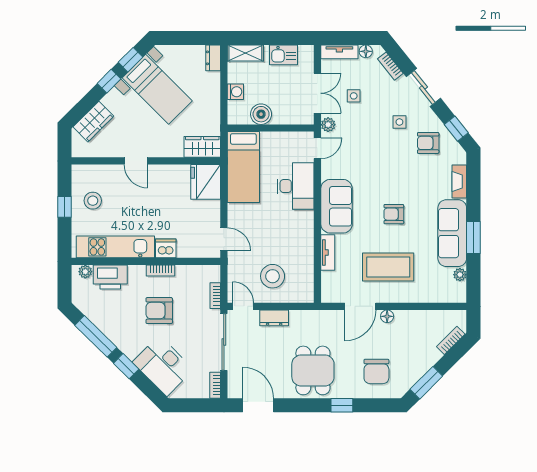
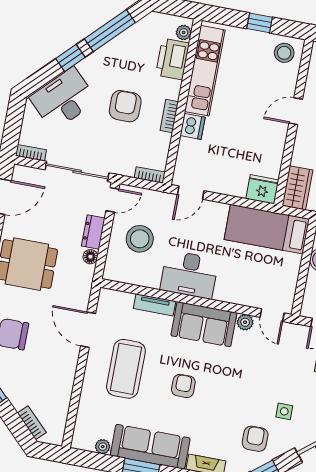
plant: (328, 125) -> (245, 322), moved
fridge: (206, 182) -> (262, 189), width x0.73, depth x0.75
desk: (296, 186) -> (189, 275), moved
stool: (93, 201) -> (284, 53), moved
bookcase: (215, 296) -> (150, 175), moved
floor lamp: (387, 316) -> (90, 257), moved

